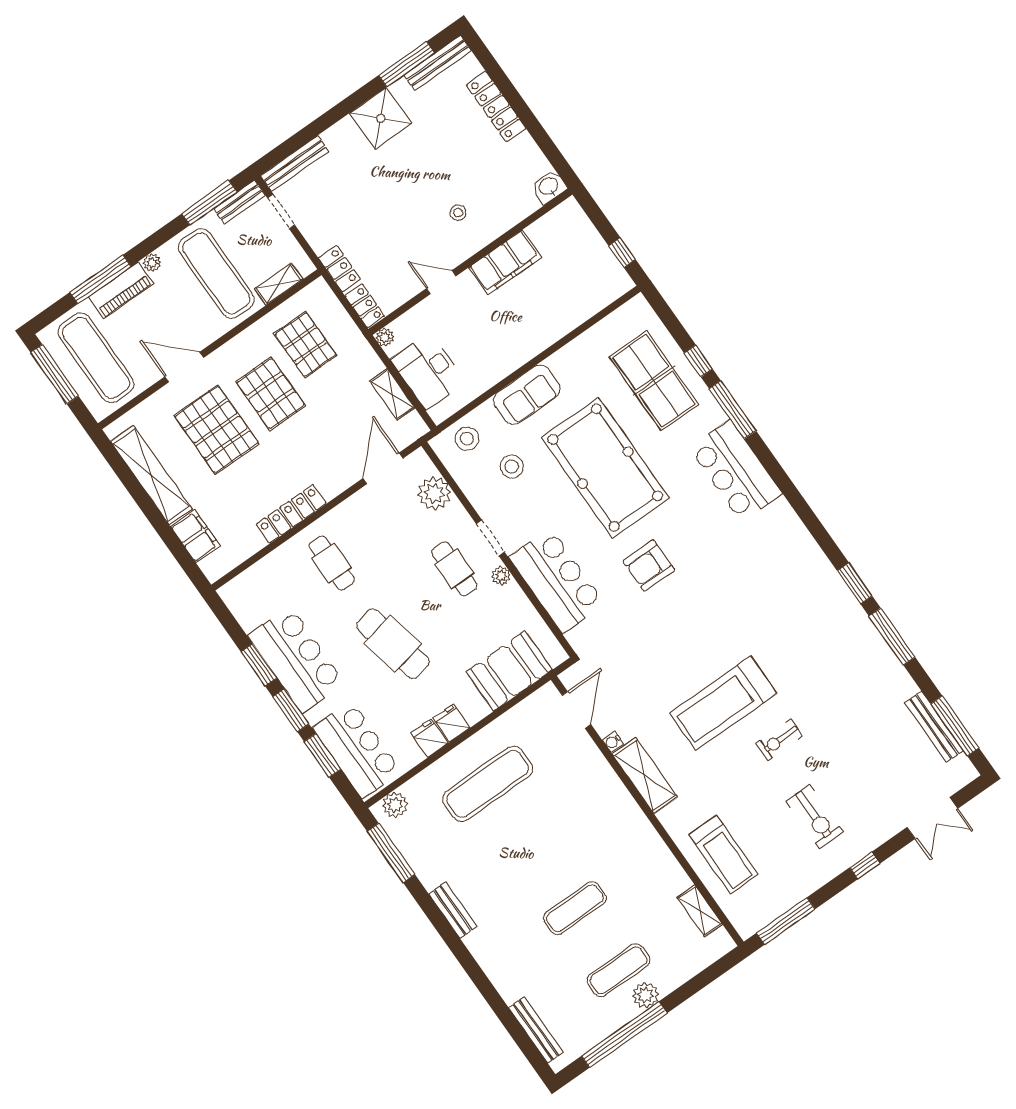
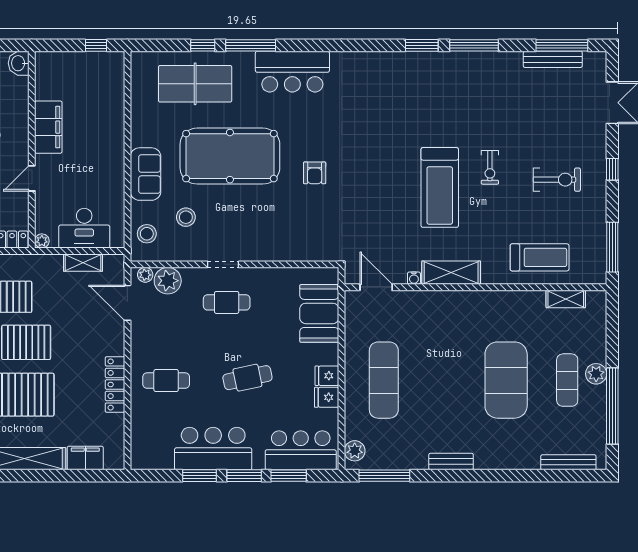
armchair: (649, 566) -> (315, 173), width x0.72, depth x0.72
plant: (501, 576) -> (145, 275), moved
bar counter: (557, 581) -> (282, 240), removed
cafe table: (393, 644) -> (247, 378), width x0.73, depth x0.74
exercise mat: (575, 908) -> (506, 380), width x2.00, depth x1.45

